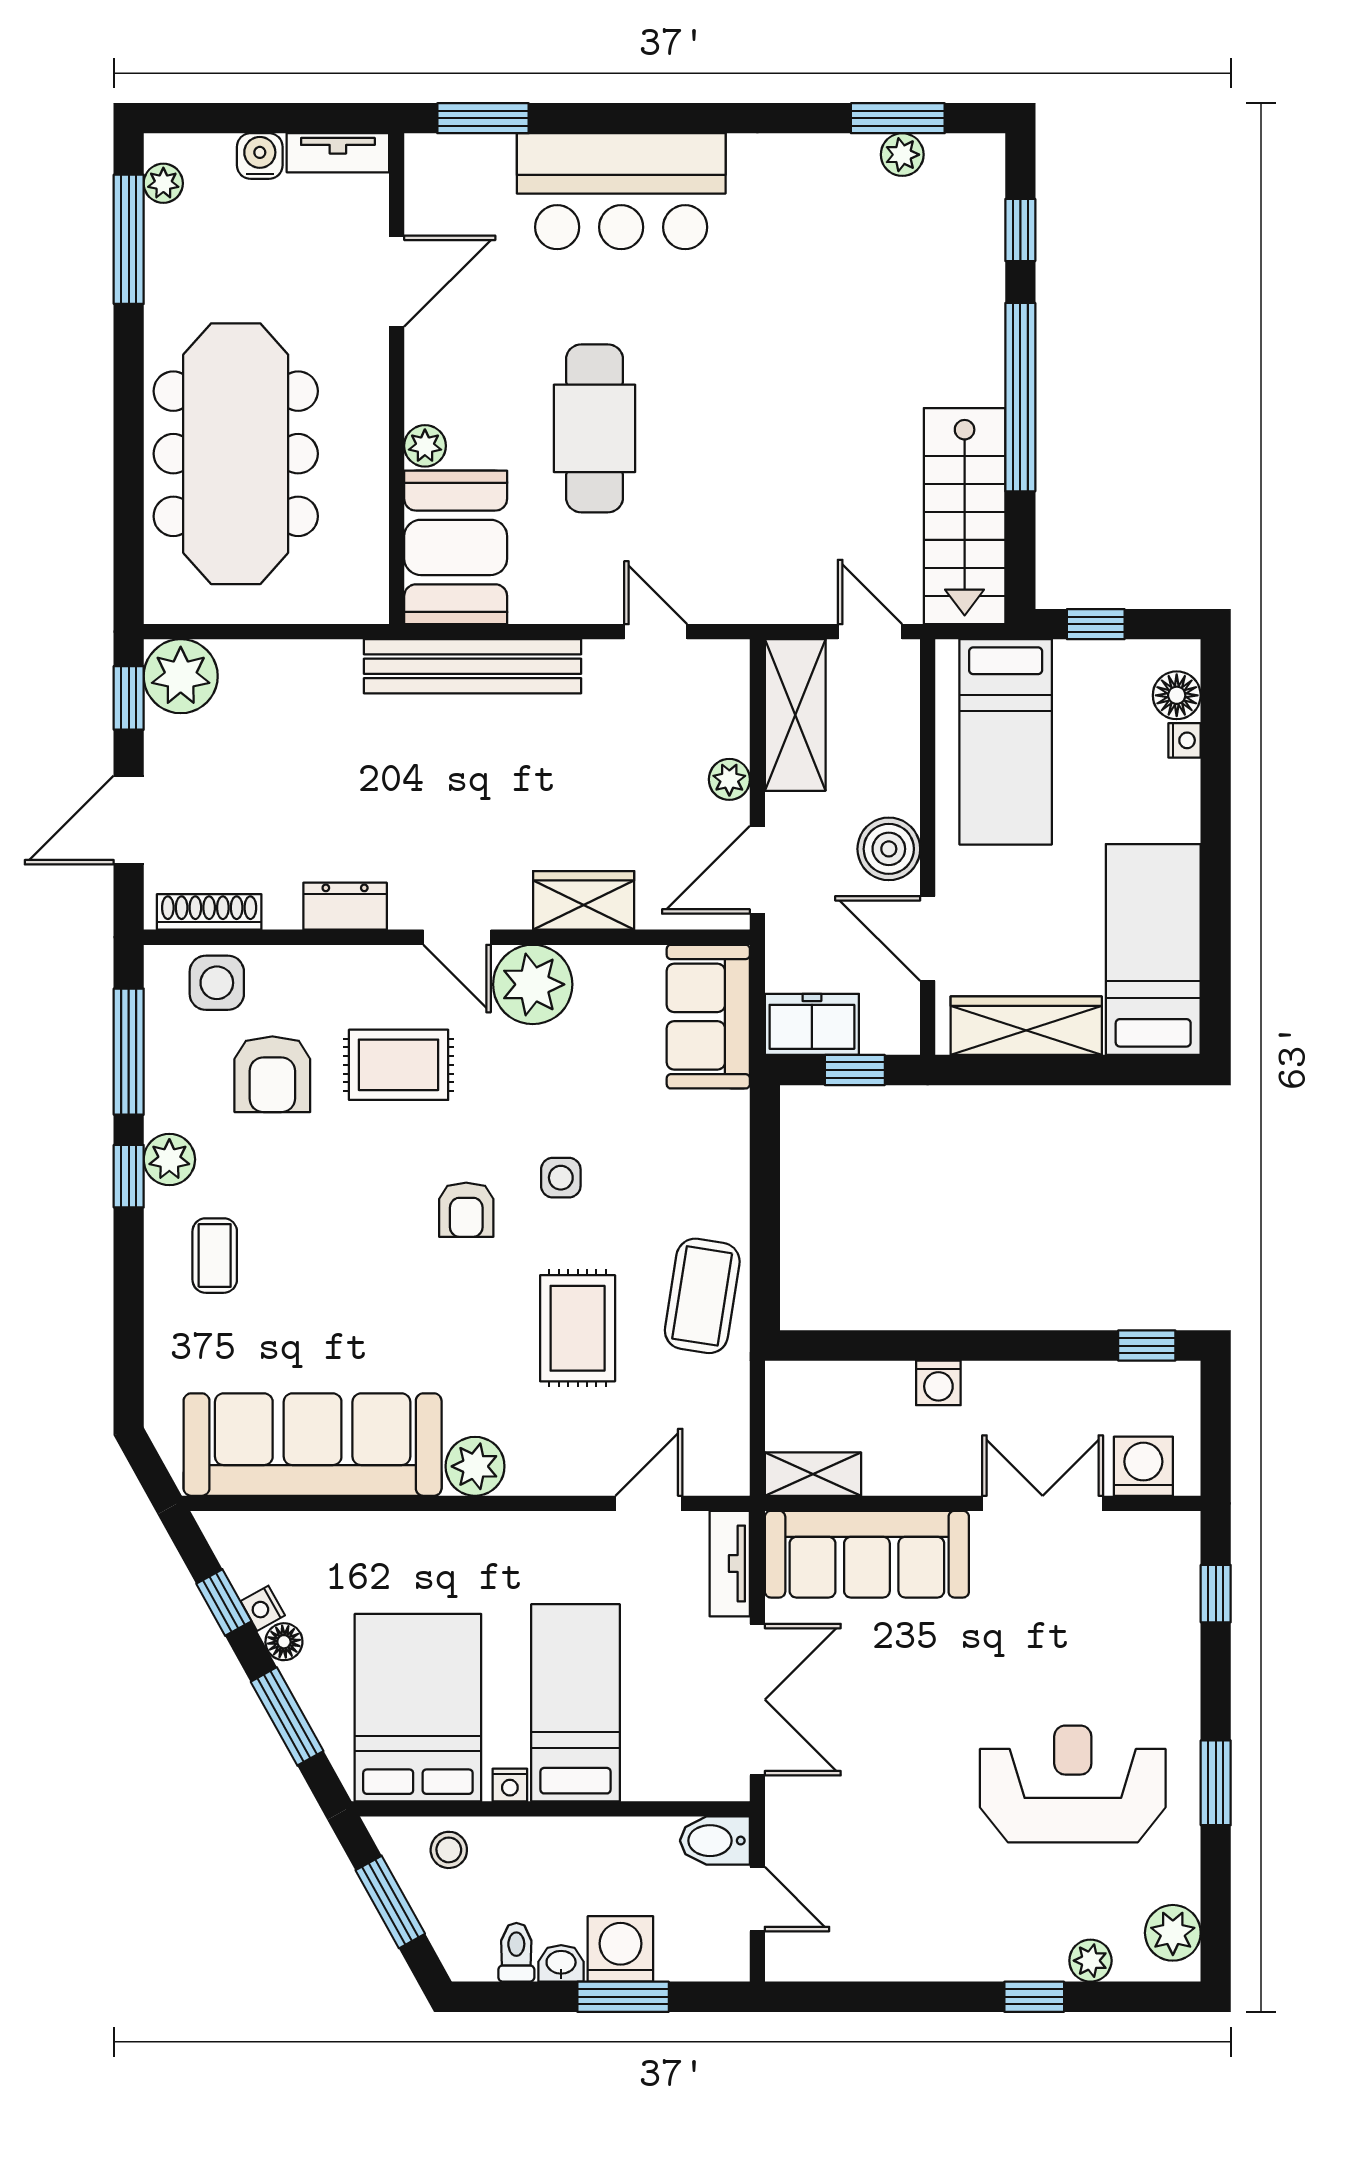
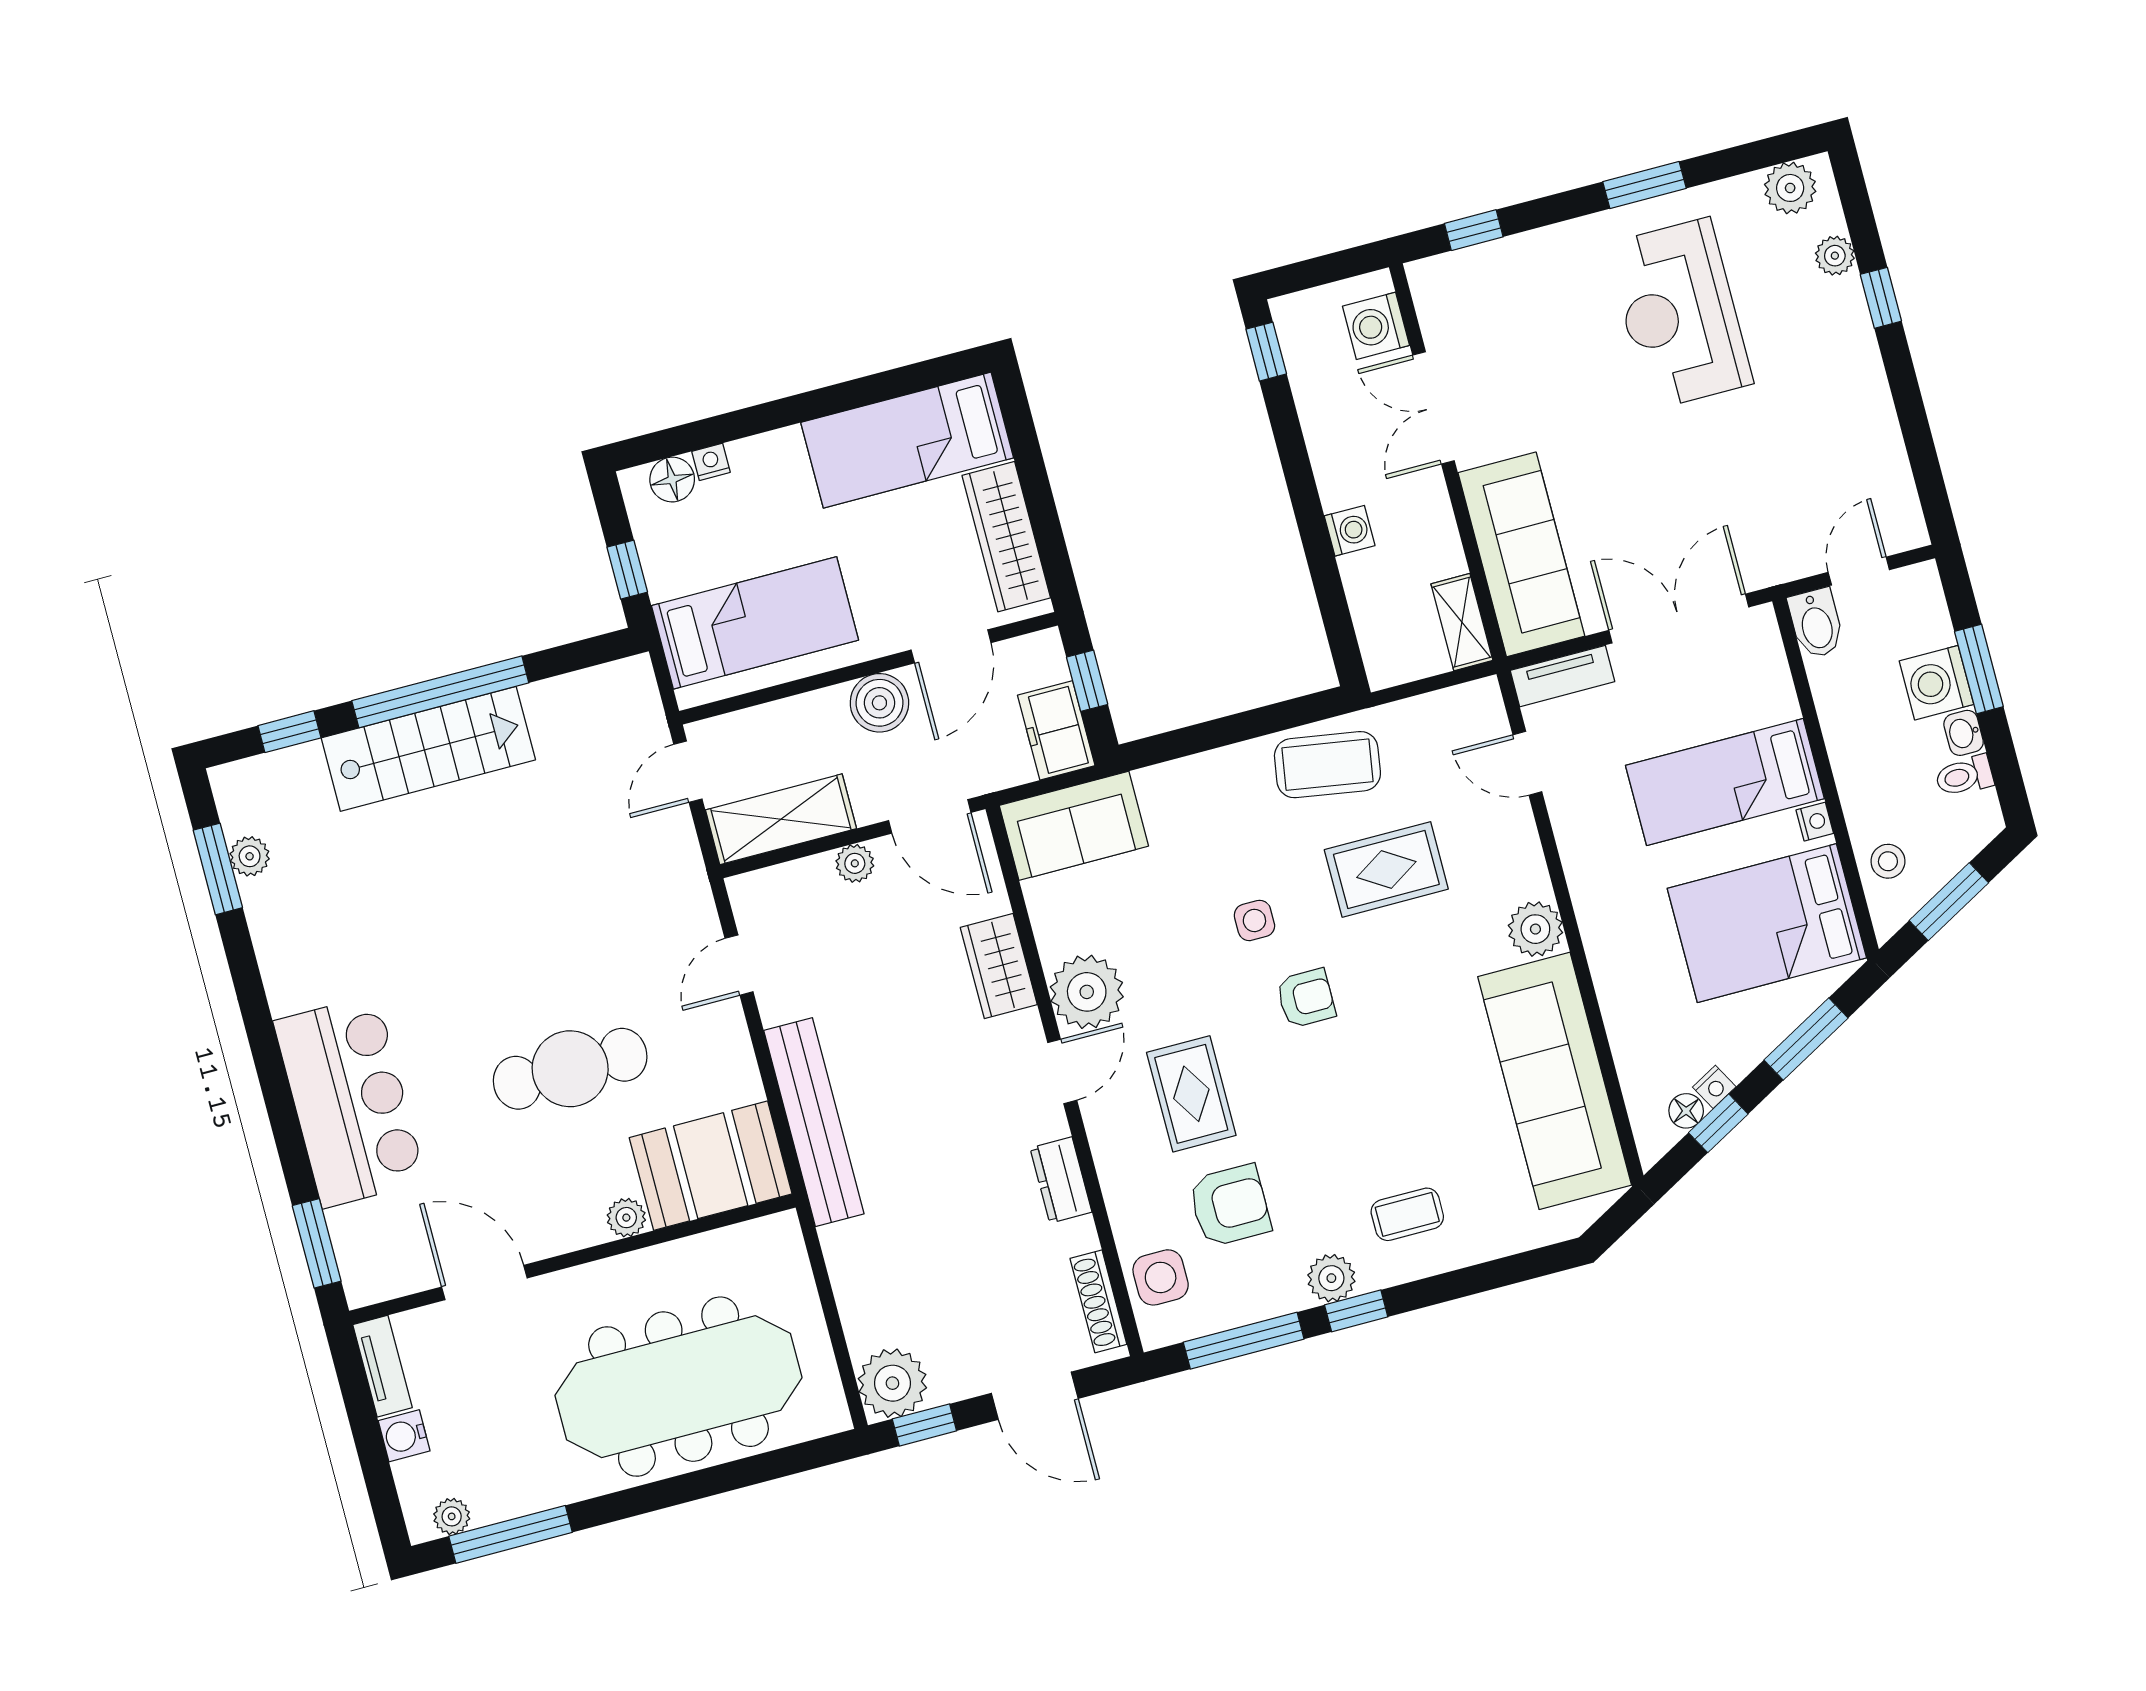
stairs: (965, 516) -> (428, 749), moved
floor lamp: (284, 1642) -> (1686, 1111), moved

